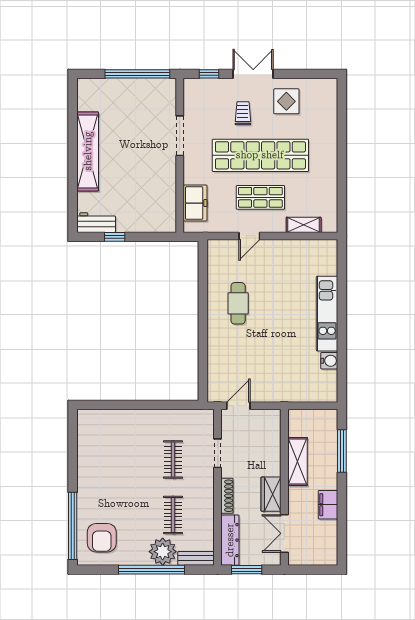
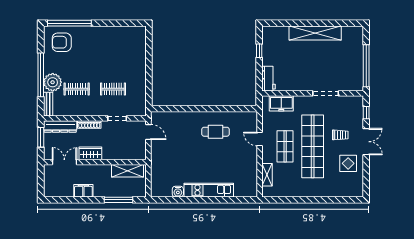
workbench: (96, 223) -> (269, 79), moved
shelving: (298, 461) -> (128, 171), moved

